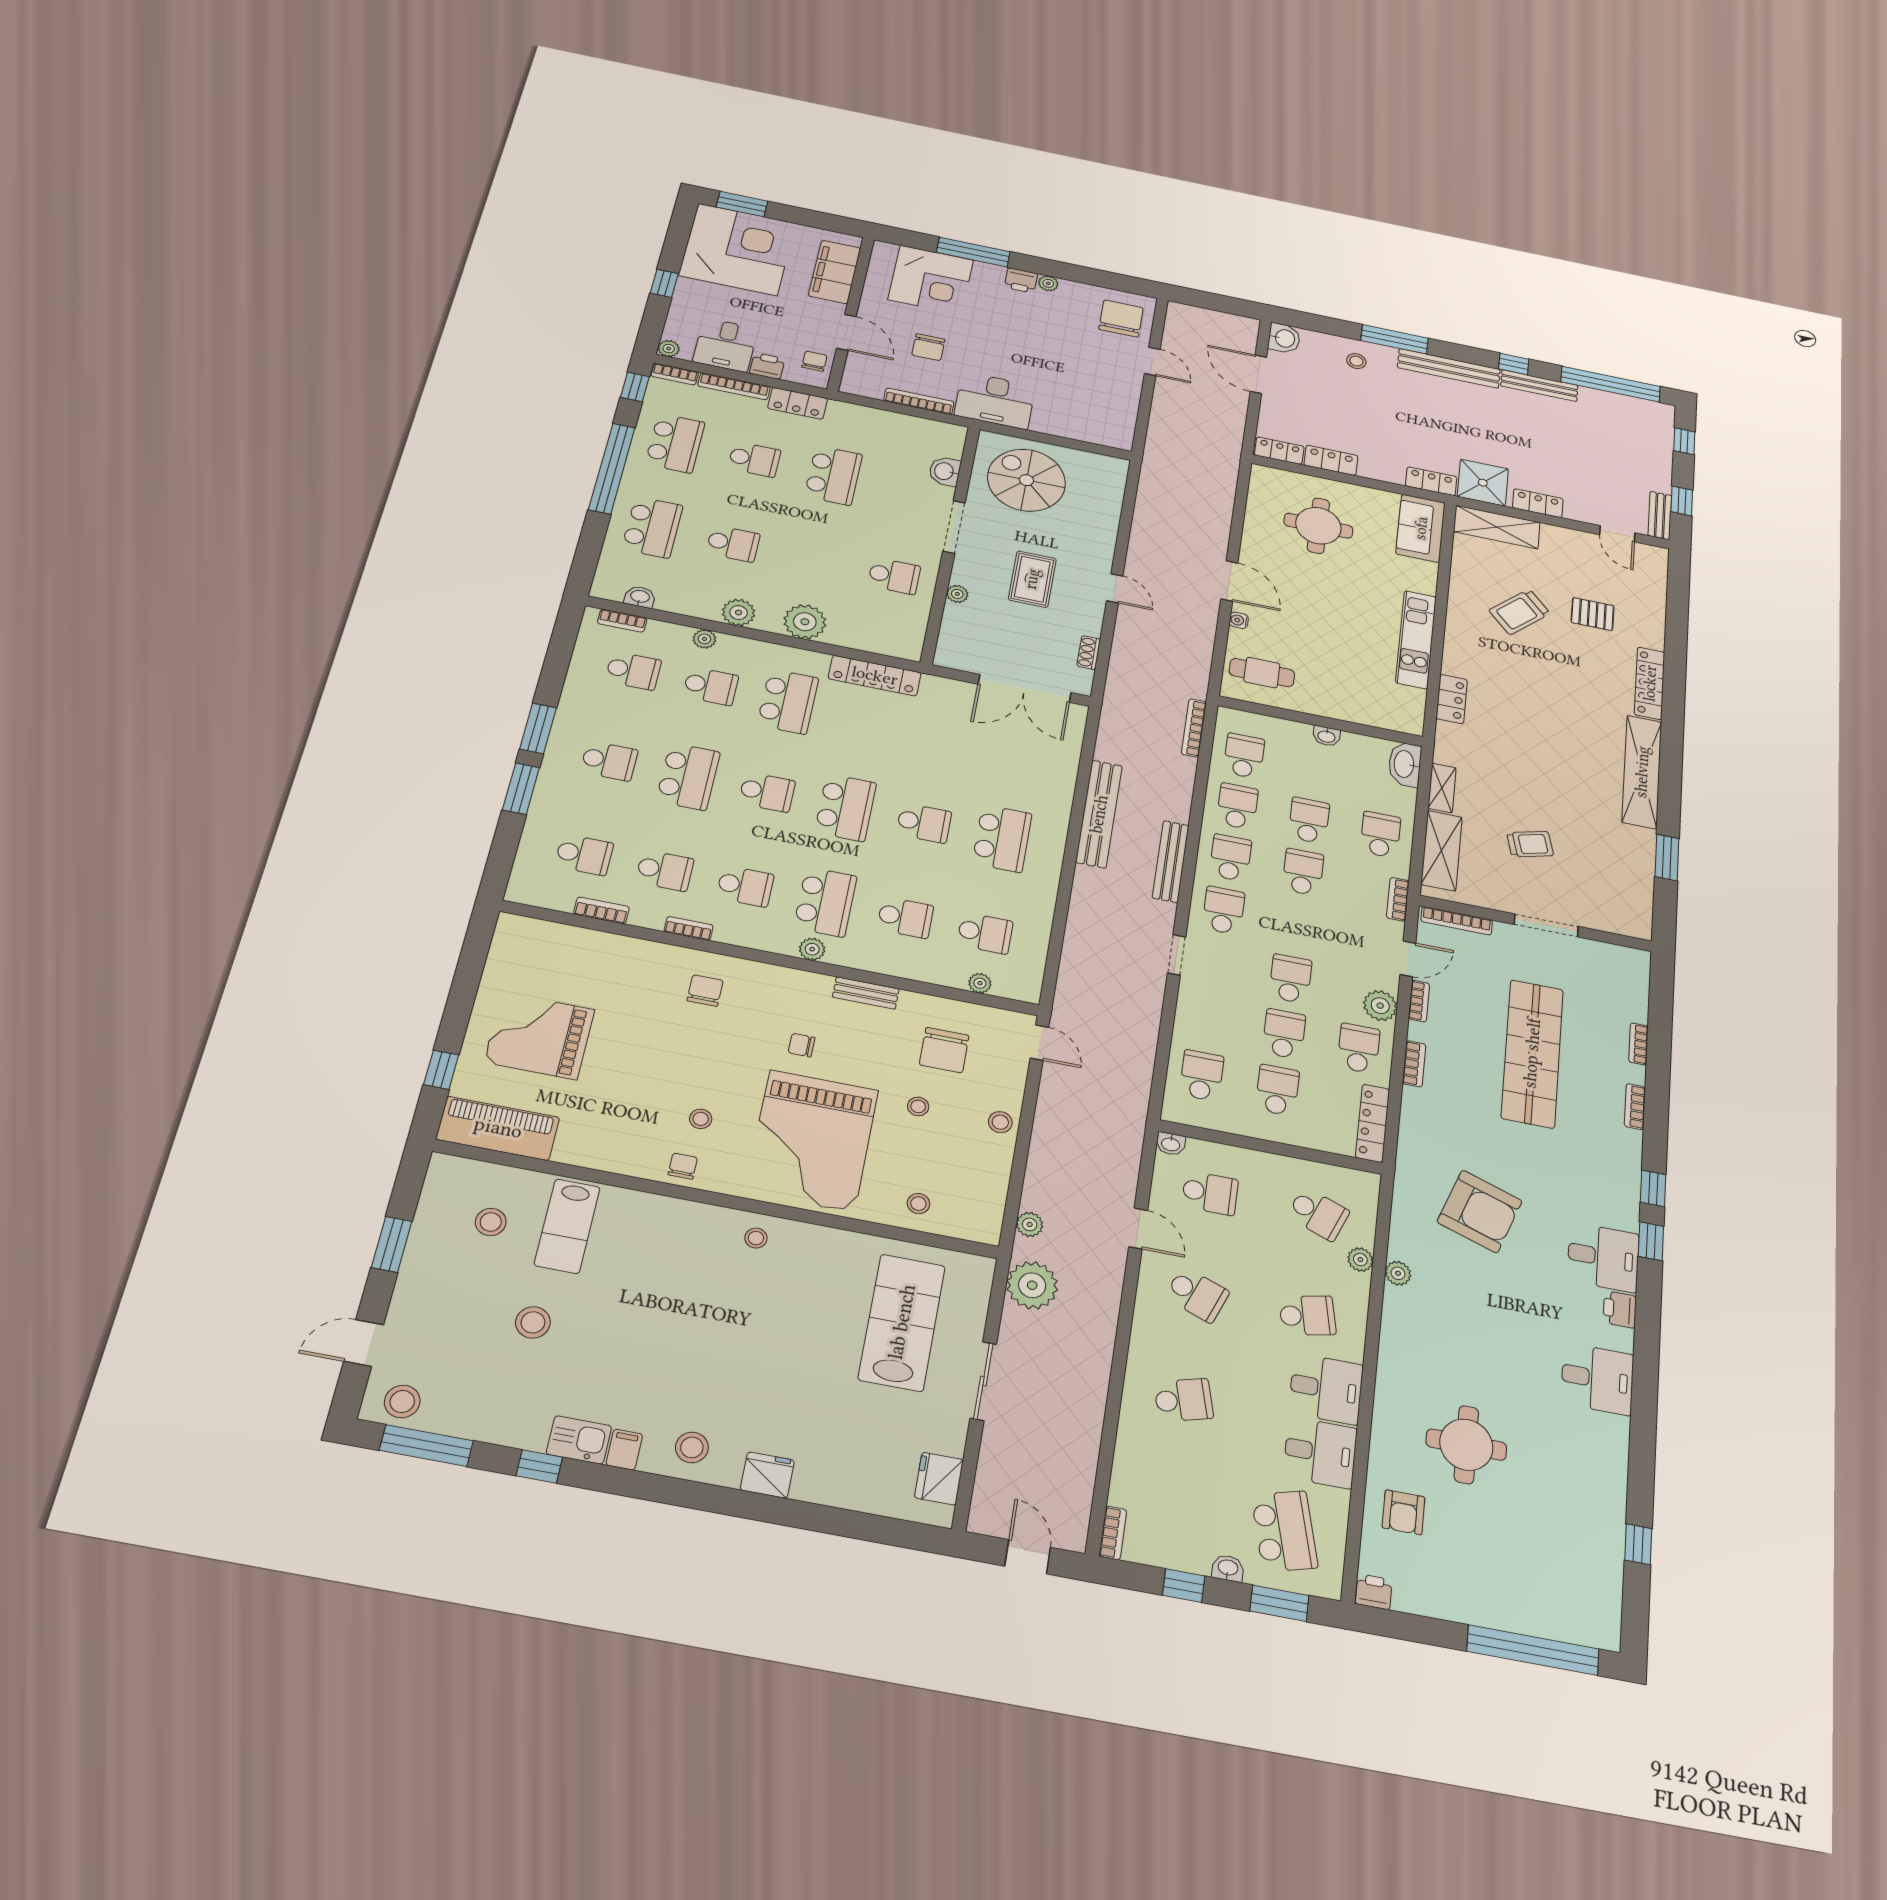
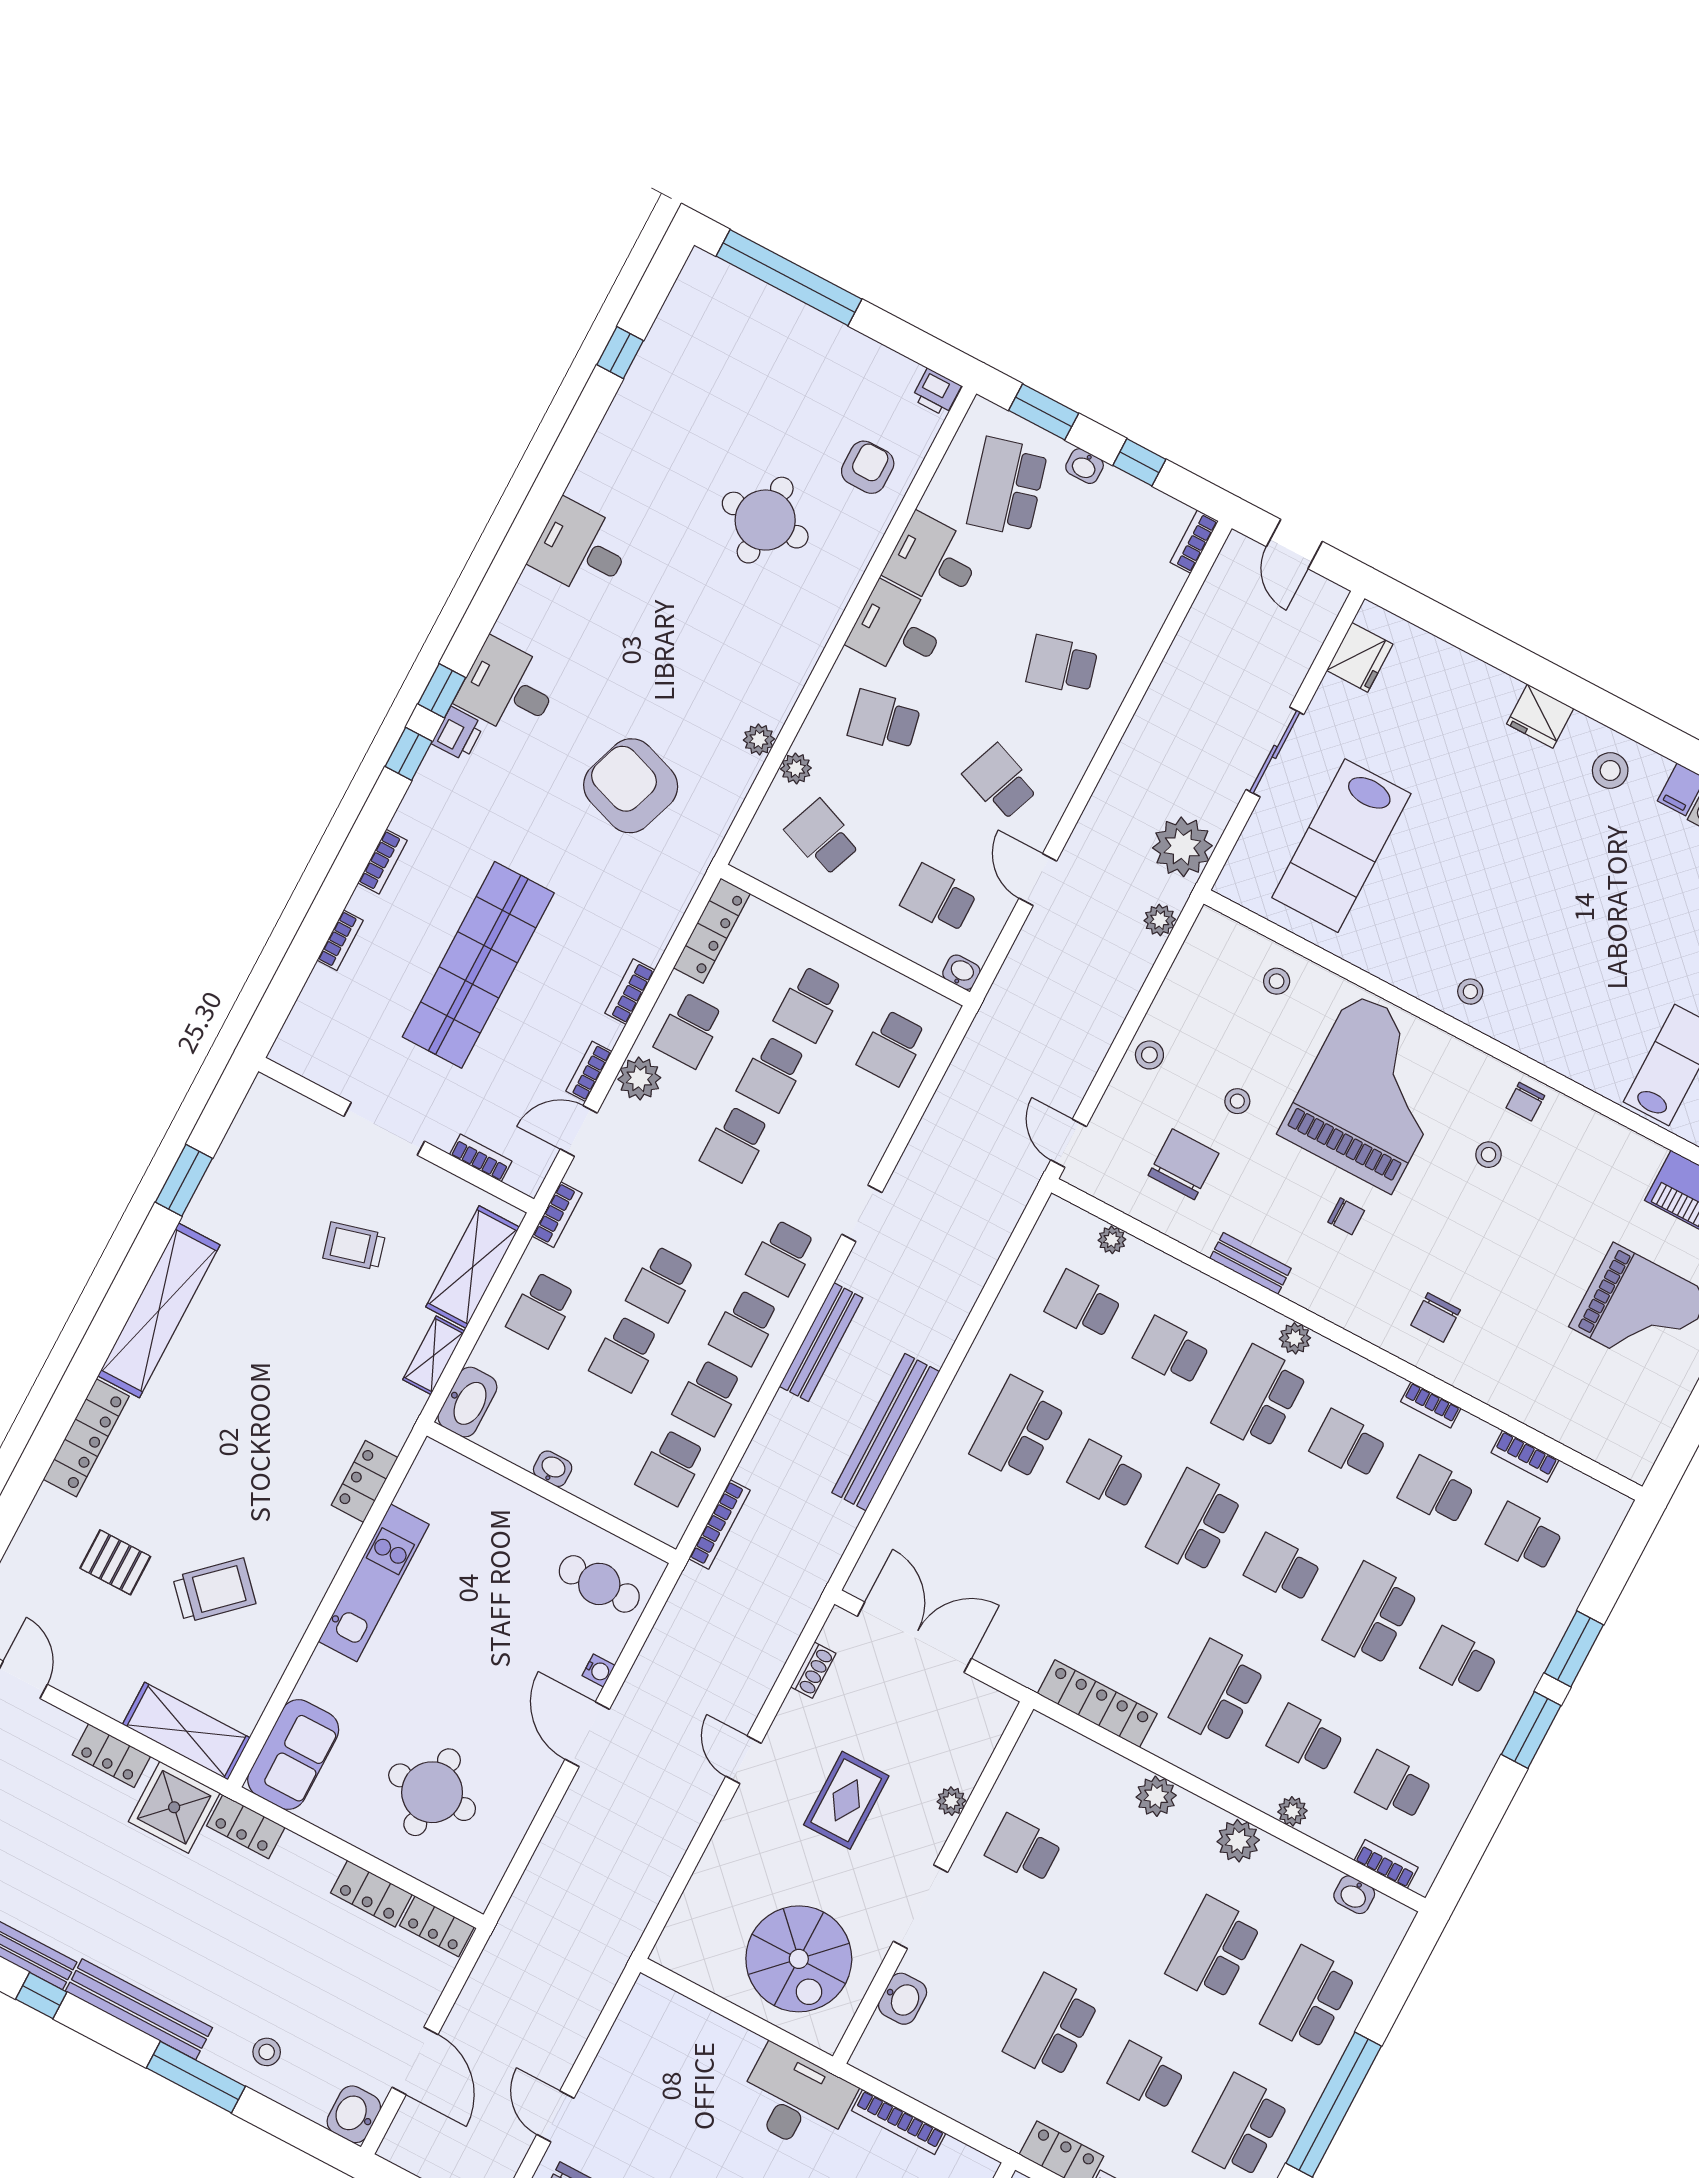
school desk: (733, 544) -> (1213, 1949), width x1.85
plant: (805, 622) -> (1156, 1796), width x0.73, depth x0.73
bookcase: (1457, 921) -> (481, 1158), width x0.64
printer: (1620, 1309) -> (458, 734), moved

